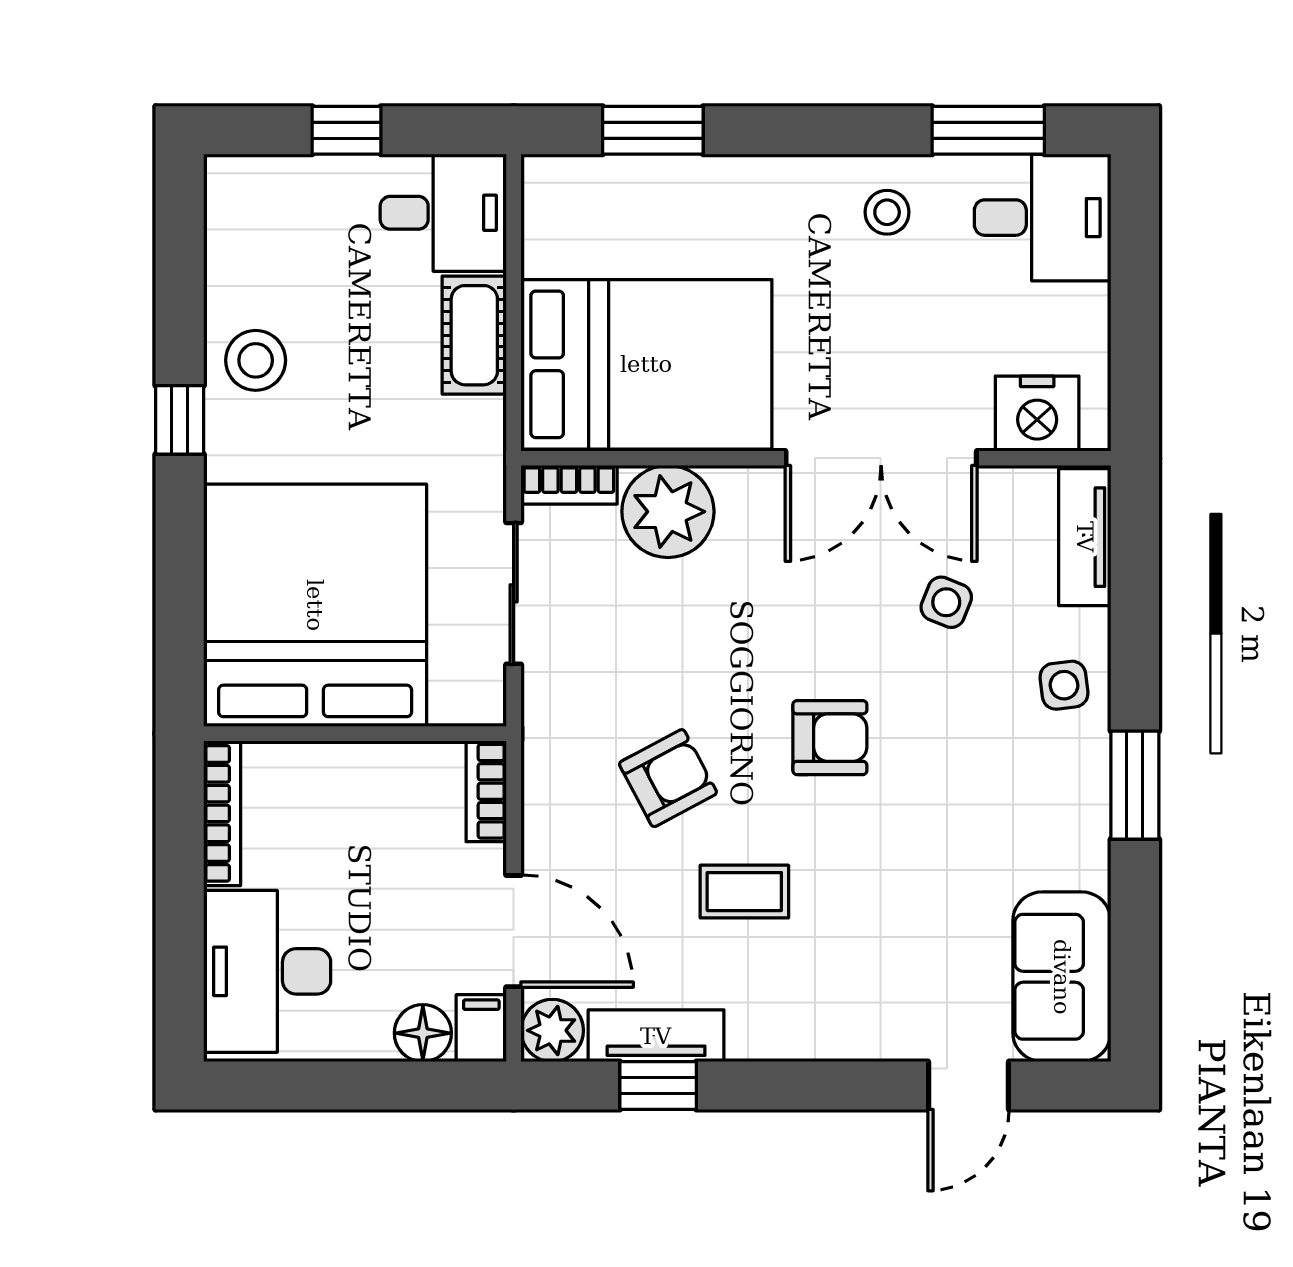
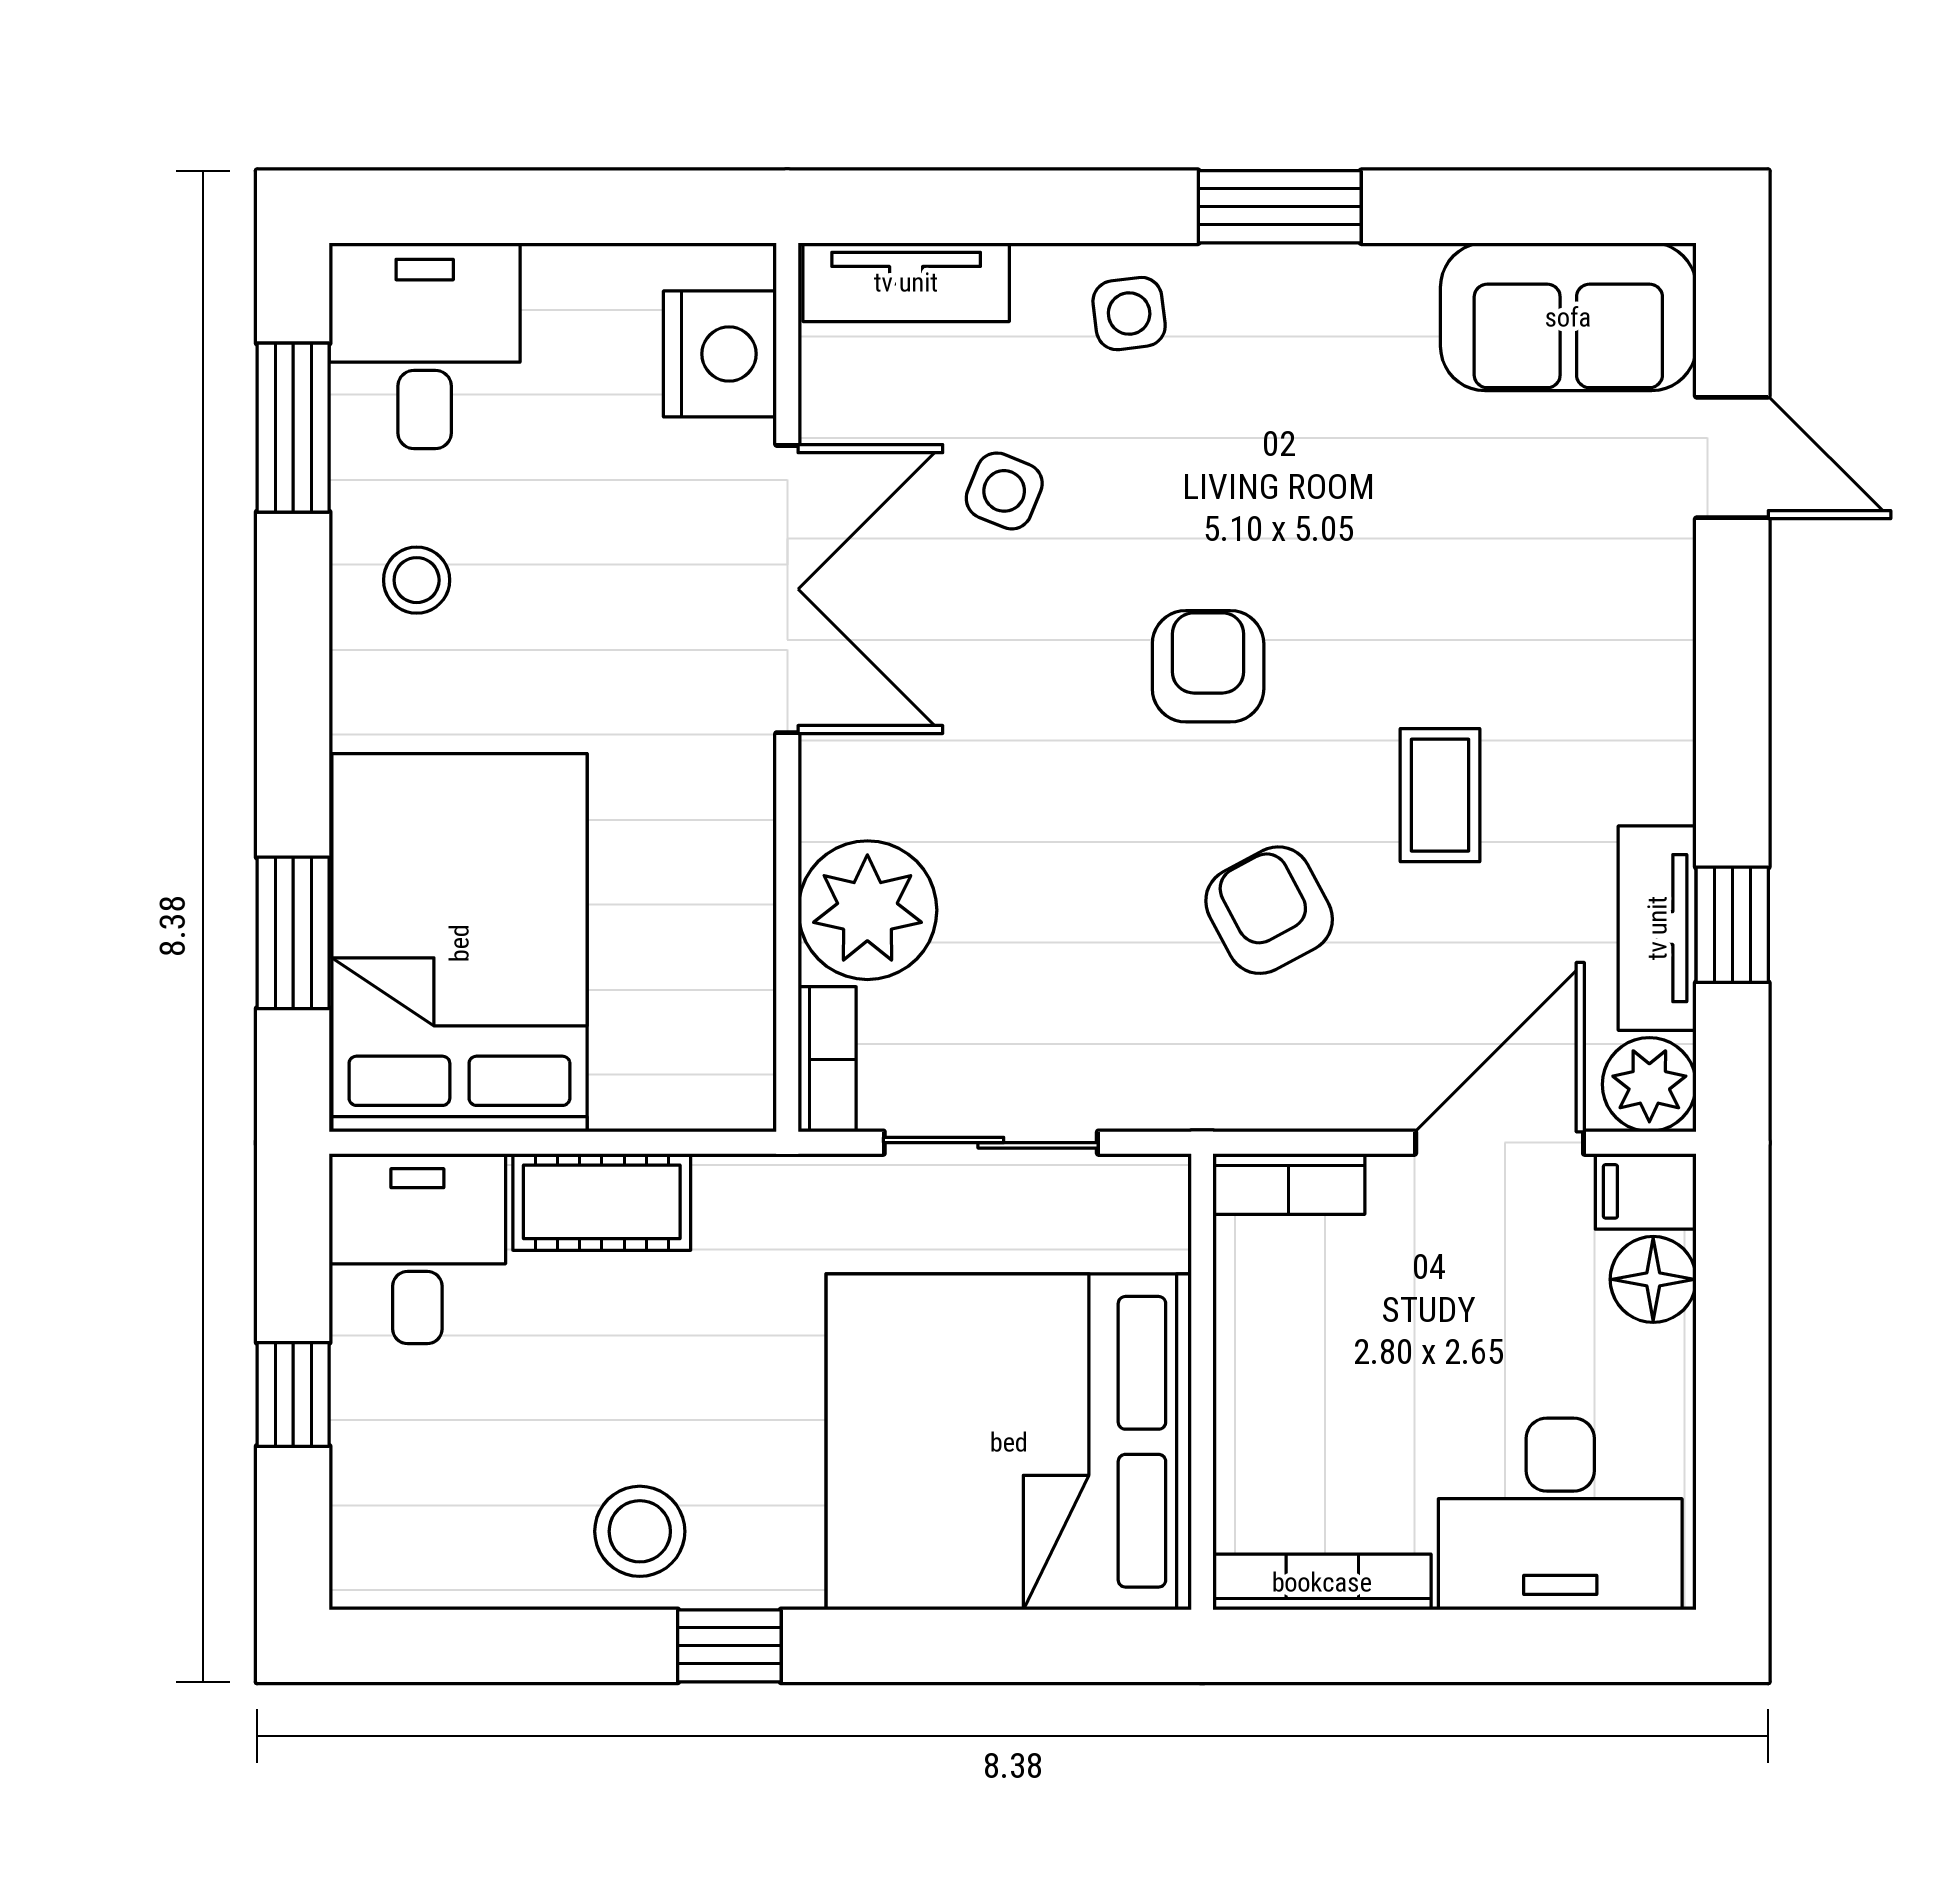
bed: (646, 364) -> (459, 943), moved

